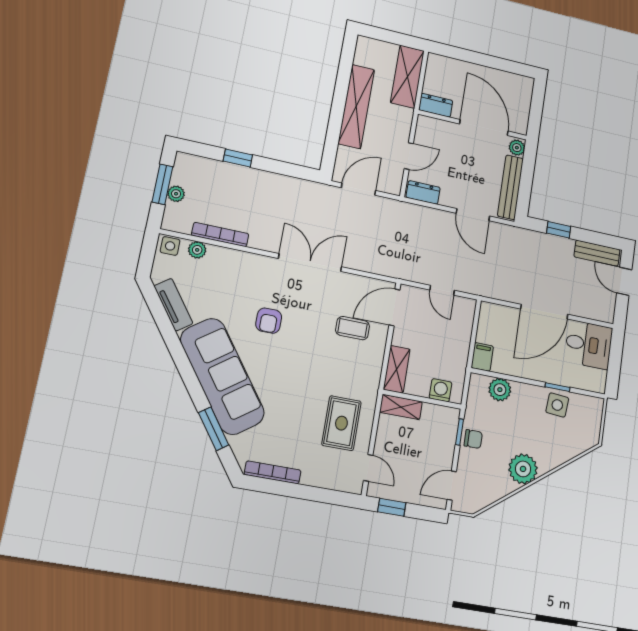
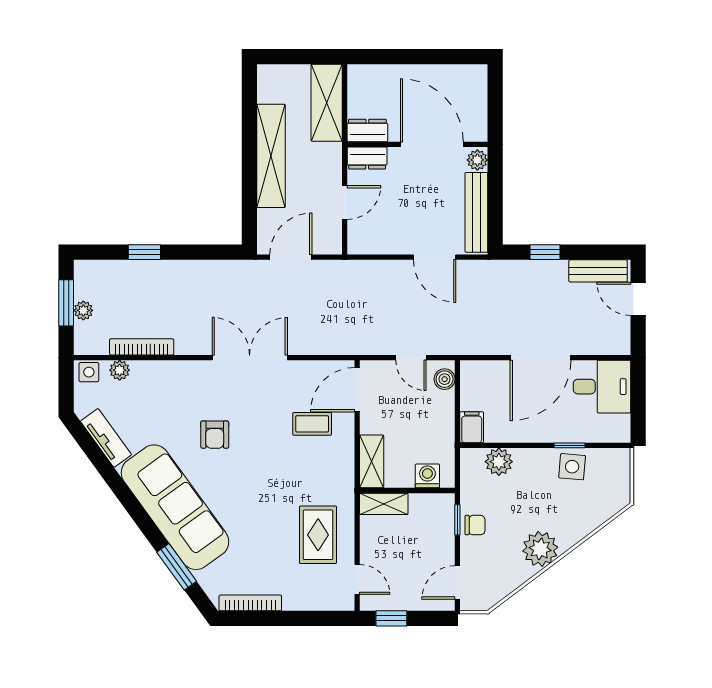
dresser: (423, 192) -> (367, 158), moved, turned 180
boiler: (466, 313) -> (445, 379), added

